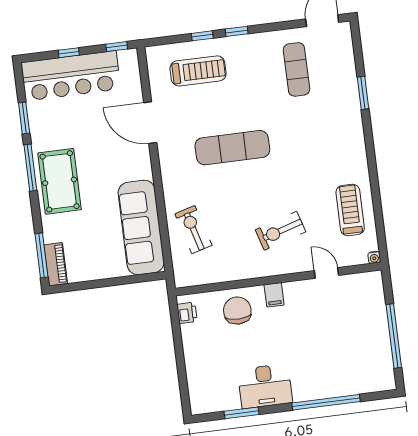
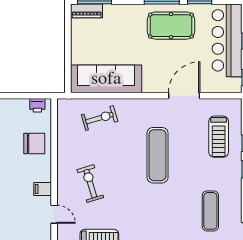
exercise mat: (296, 69) -> (210, 211), turned 90
pool table: (60, 181) -> (171, 26), moved
door: (326, 273) -> (54, 214), hinge flipped
filing cabinet: (274, 295) -> (43, 189), moved

